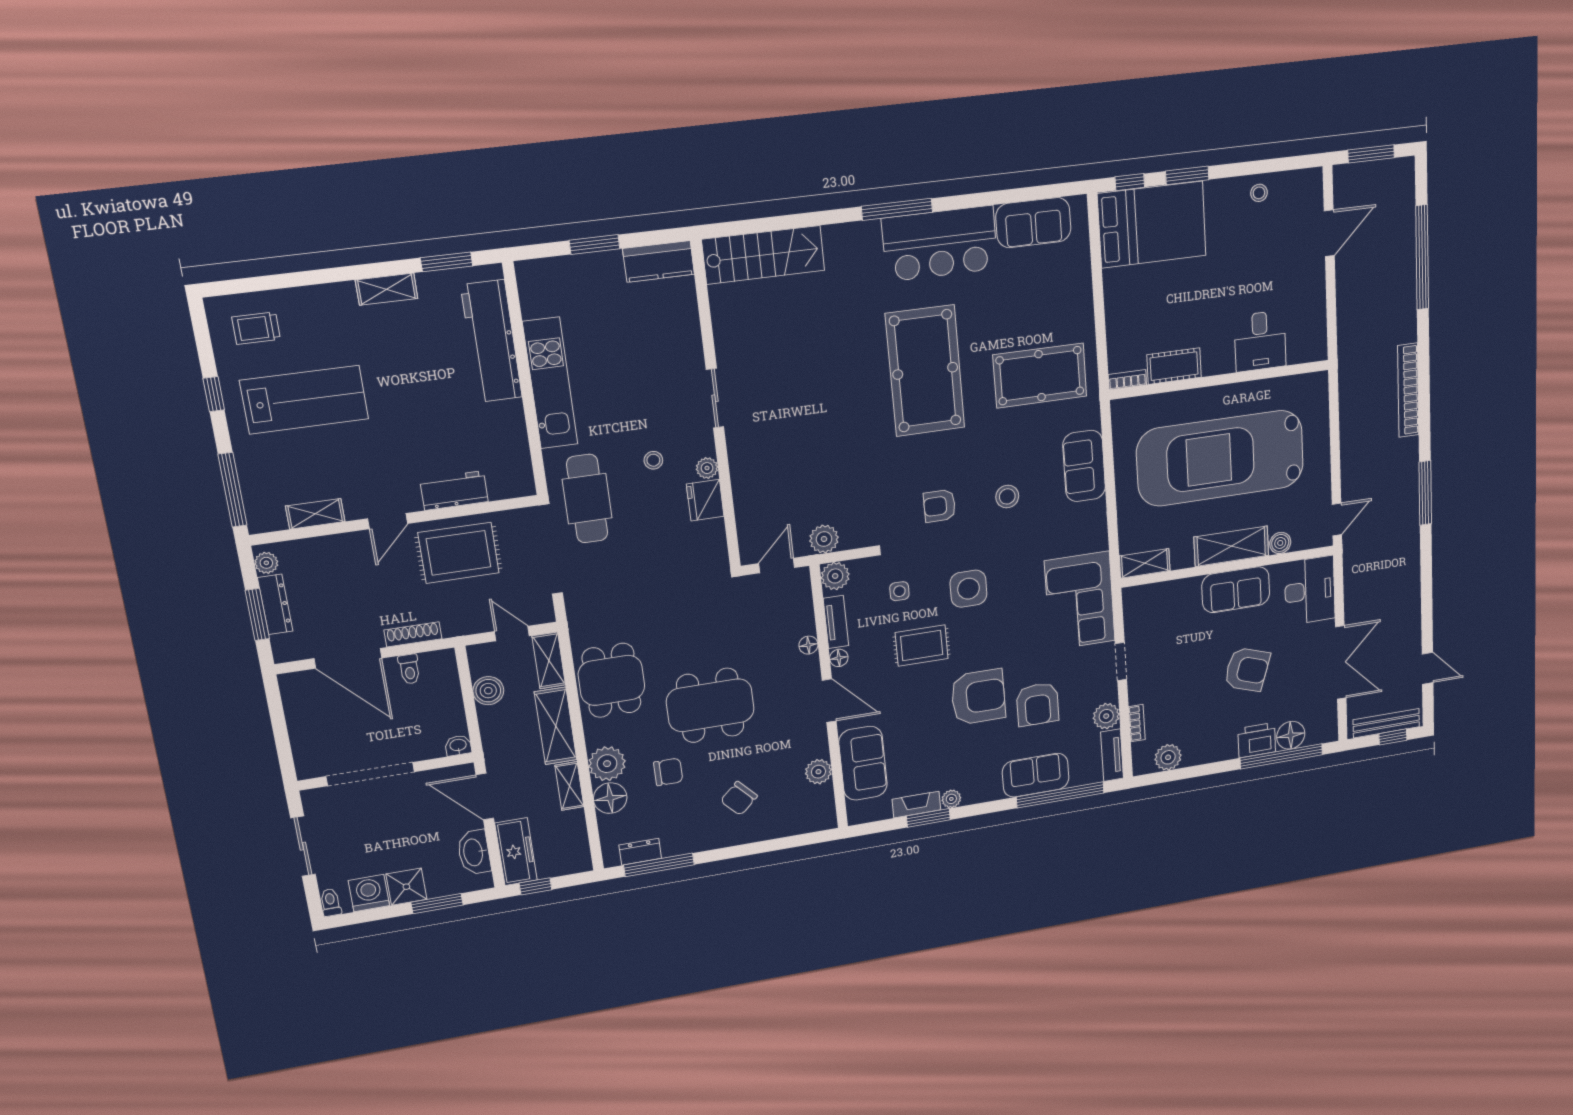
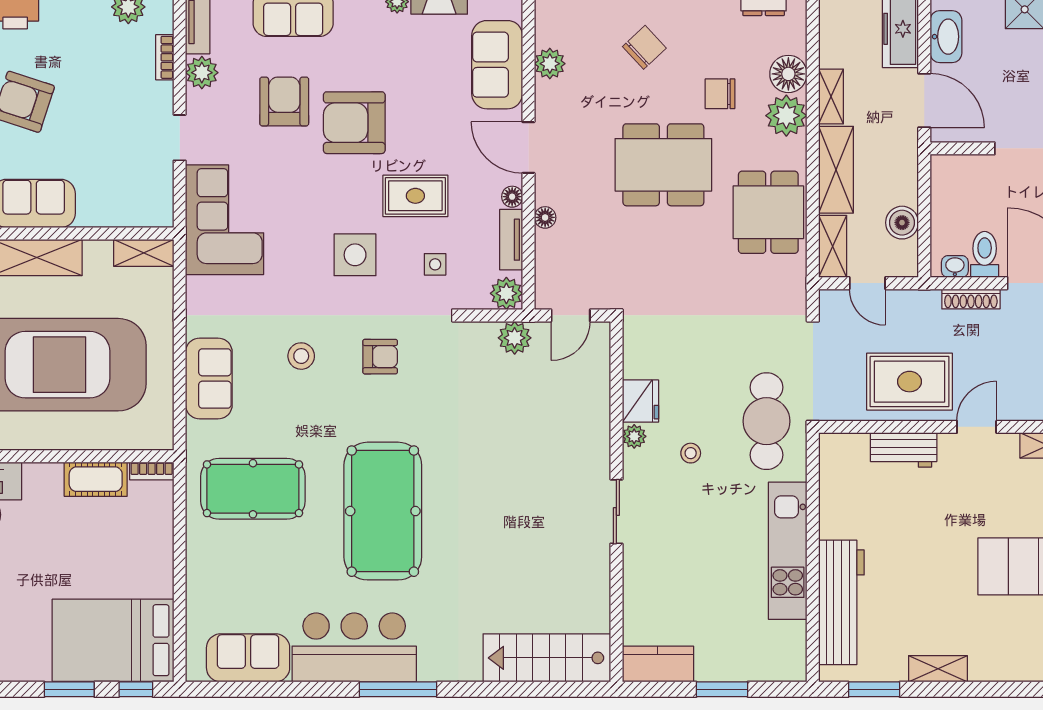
toilet: (409, 669) -> (985, 254), width x1.37, depth x1.39
washbasin: (458, 745) -> (955, 267), moved, turned 180

